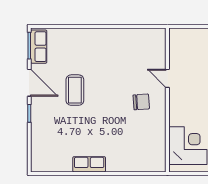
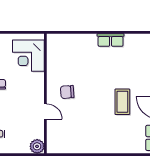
plant: (178, 37) -> (37, 146), added

